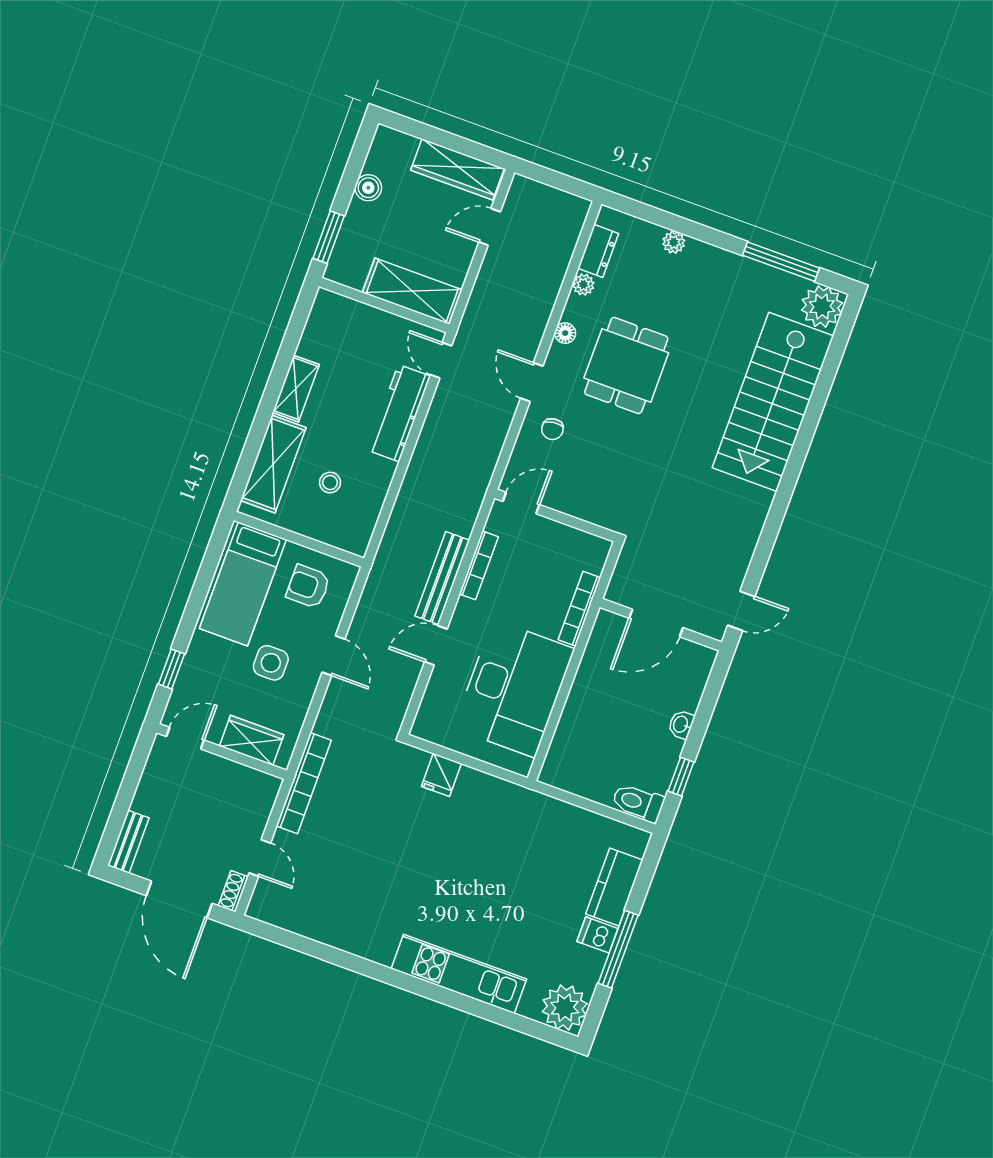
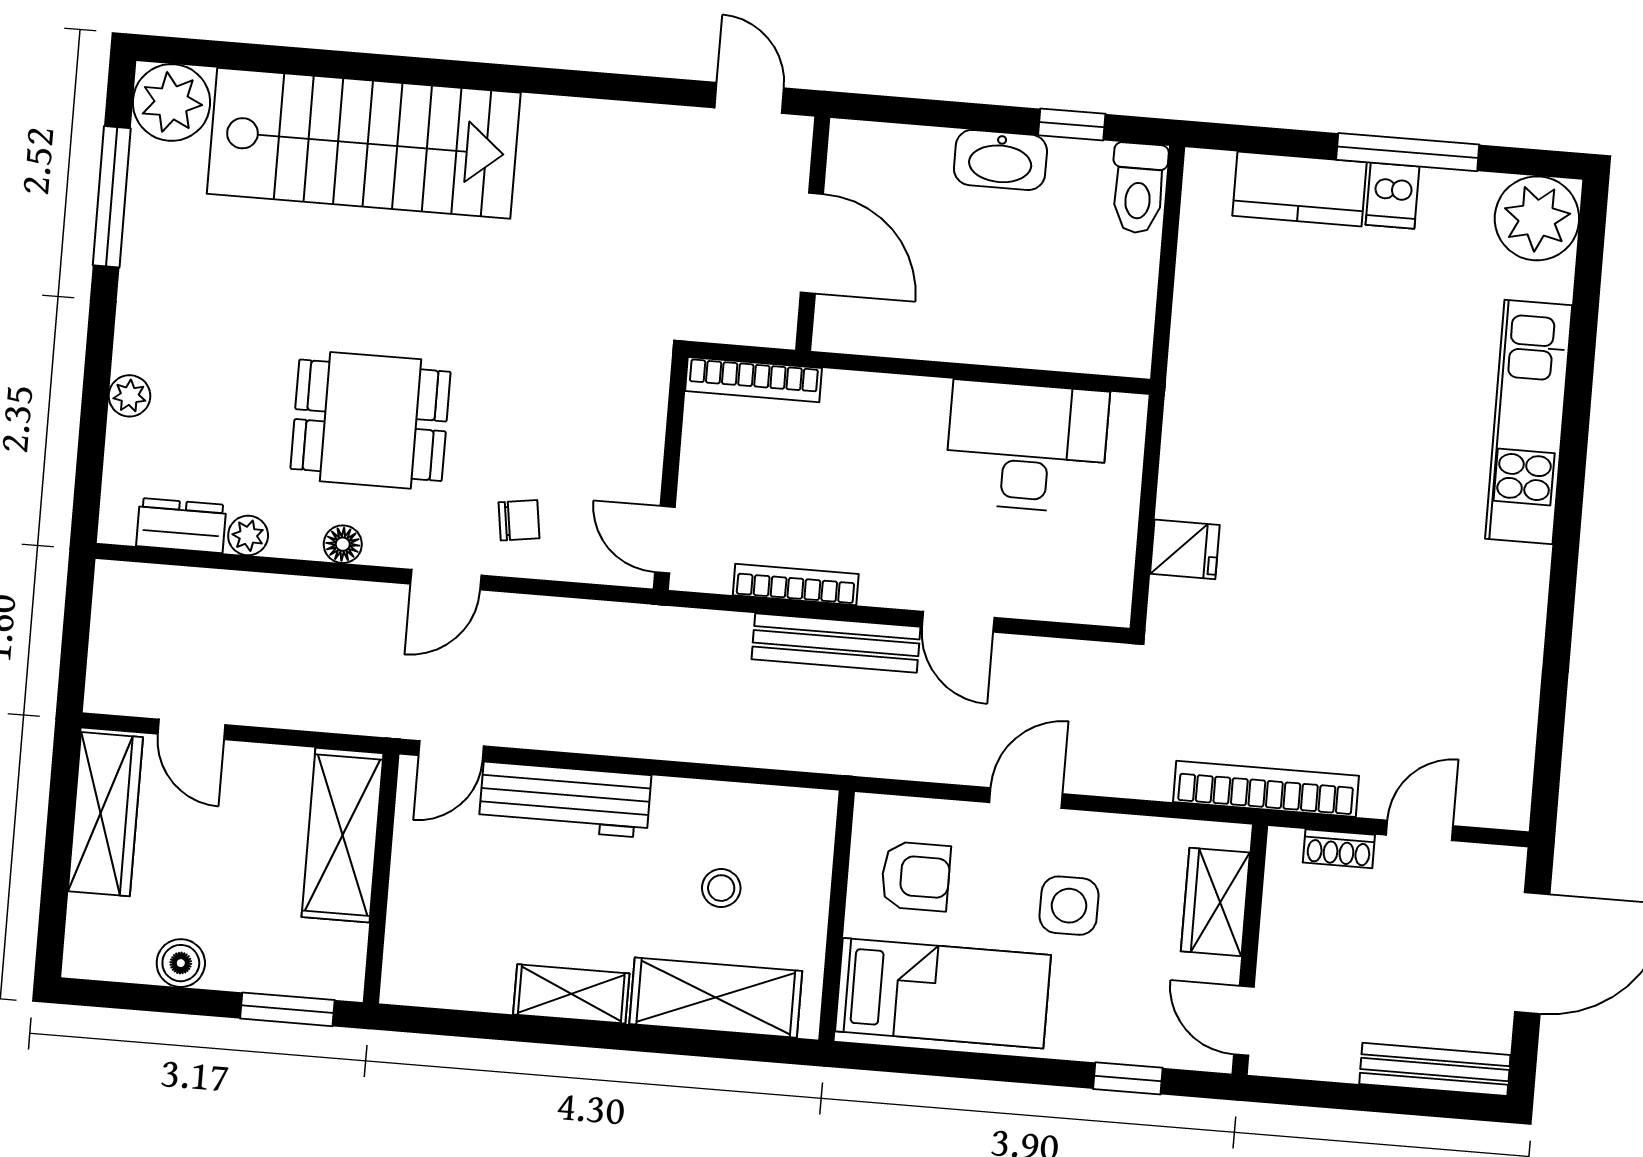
armchair: (308, 586) -> (916, 876), turned -90
bookcase: (579, 609) -> (754, 380), moved
desk: (514, 688) -> (1027, 447), width x0.73, depth x0.77
washbasin: (681, 724) -> (1000, 160), width x1.91, depth x1.45
bench: (128, 842) -> (1435, 1069), width x1.36
shoe rack: (233, 891) -> (1339, 849), moved

